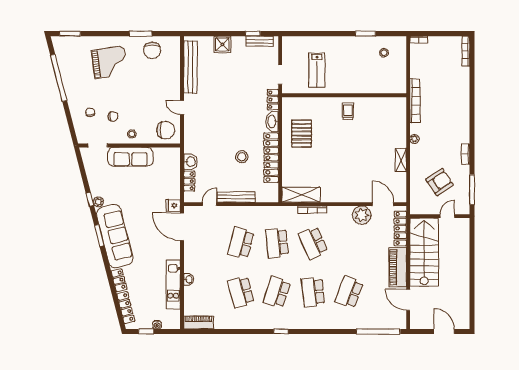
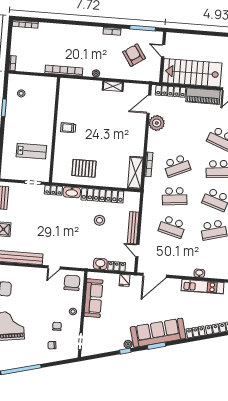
sofa: (130, 157) -> (93, 298), moved
fridge: (173, 205) -> (125, 280), moved

